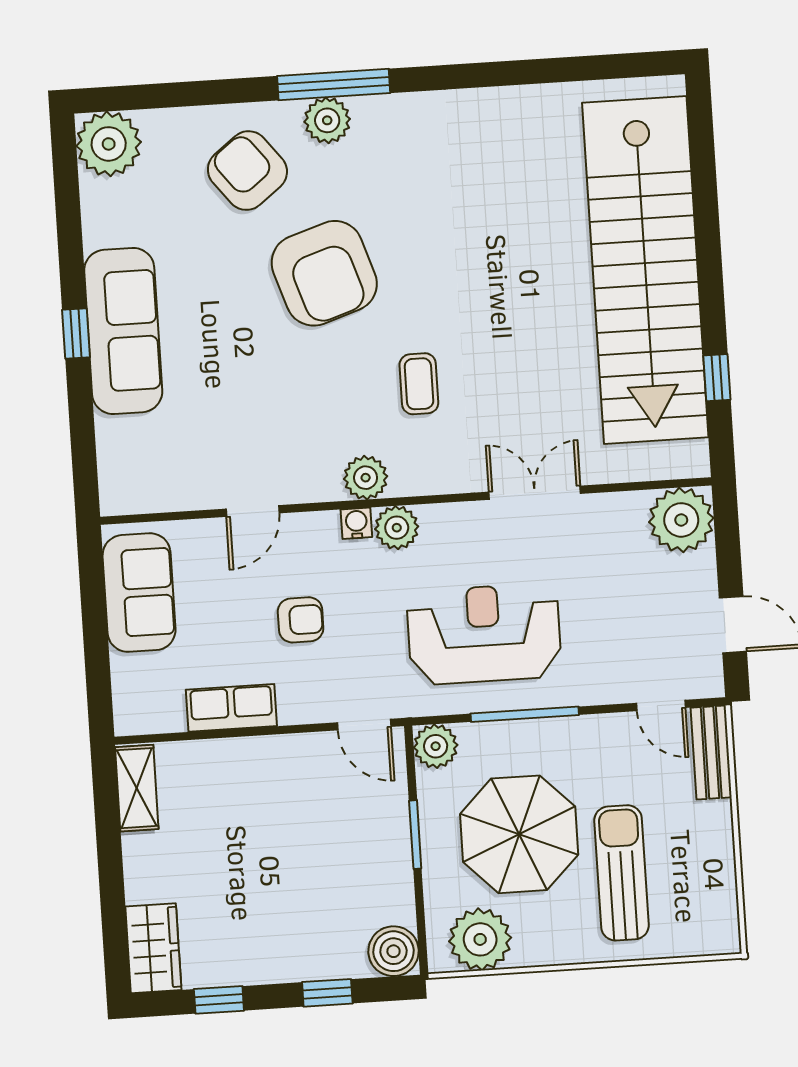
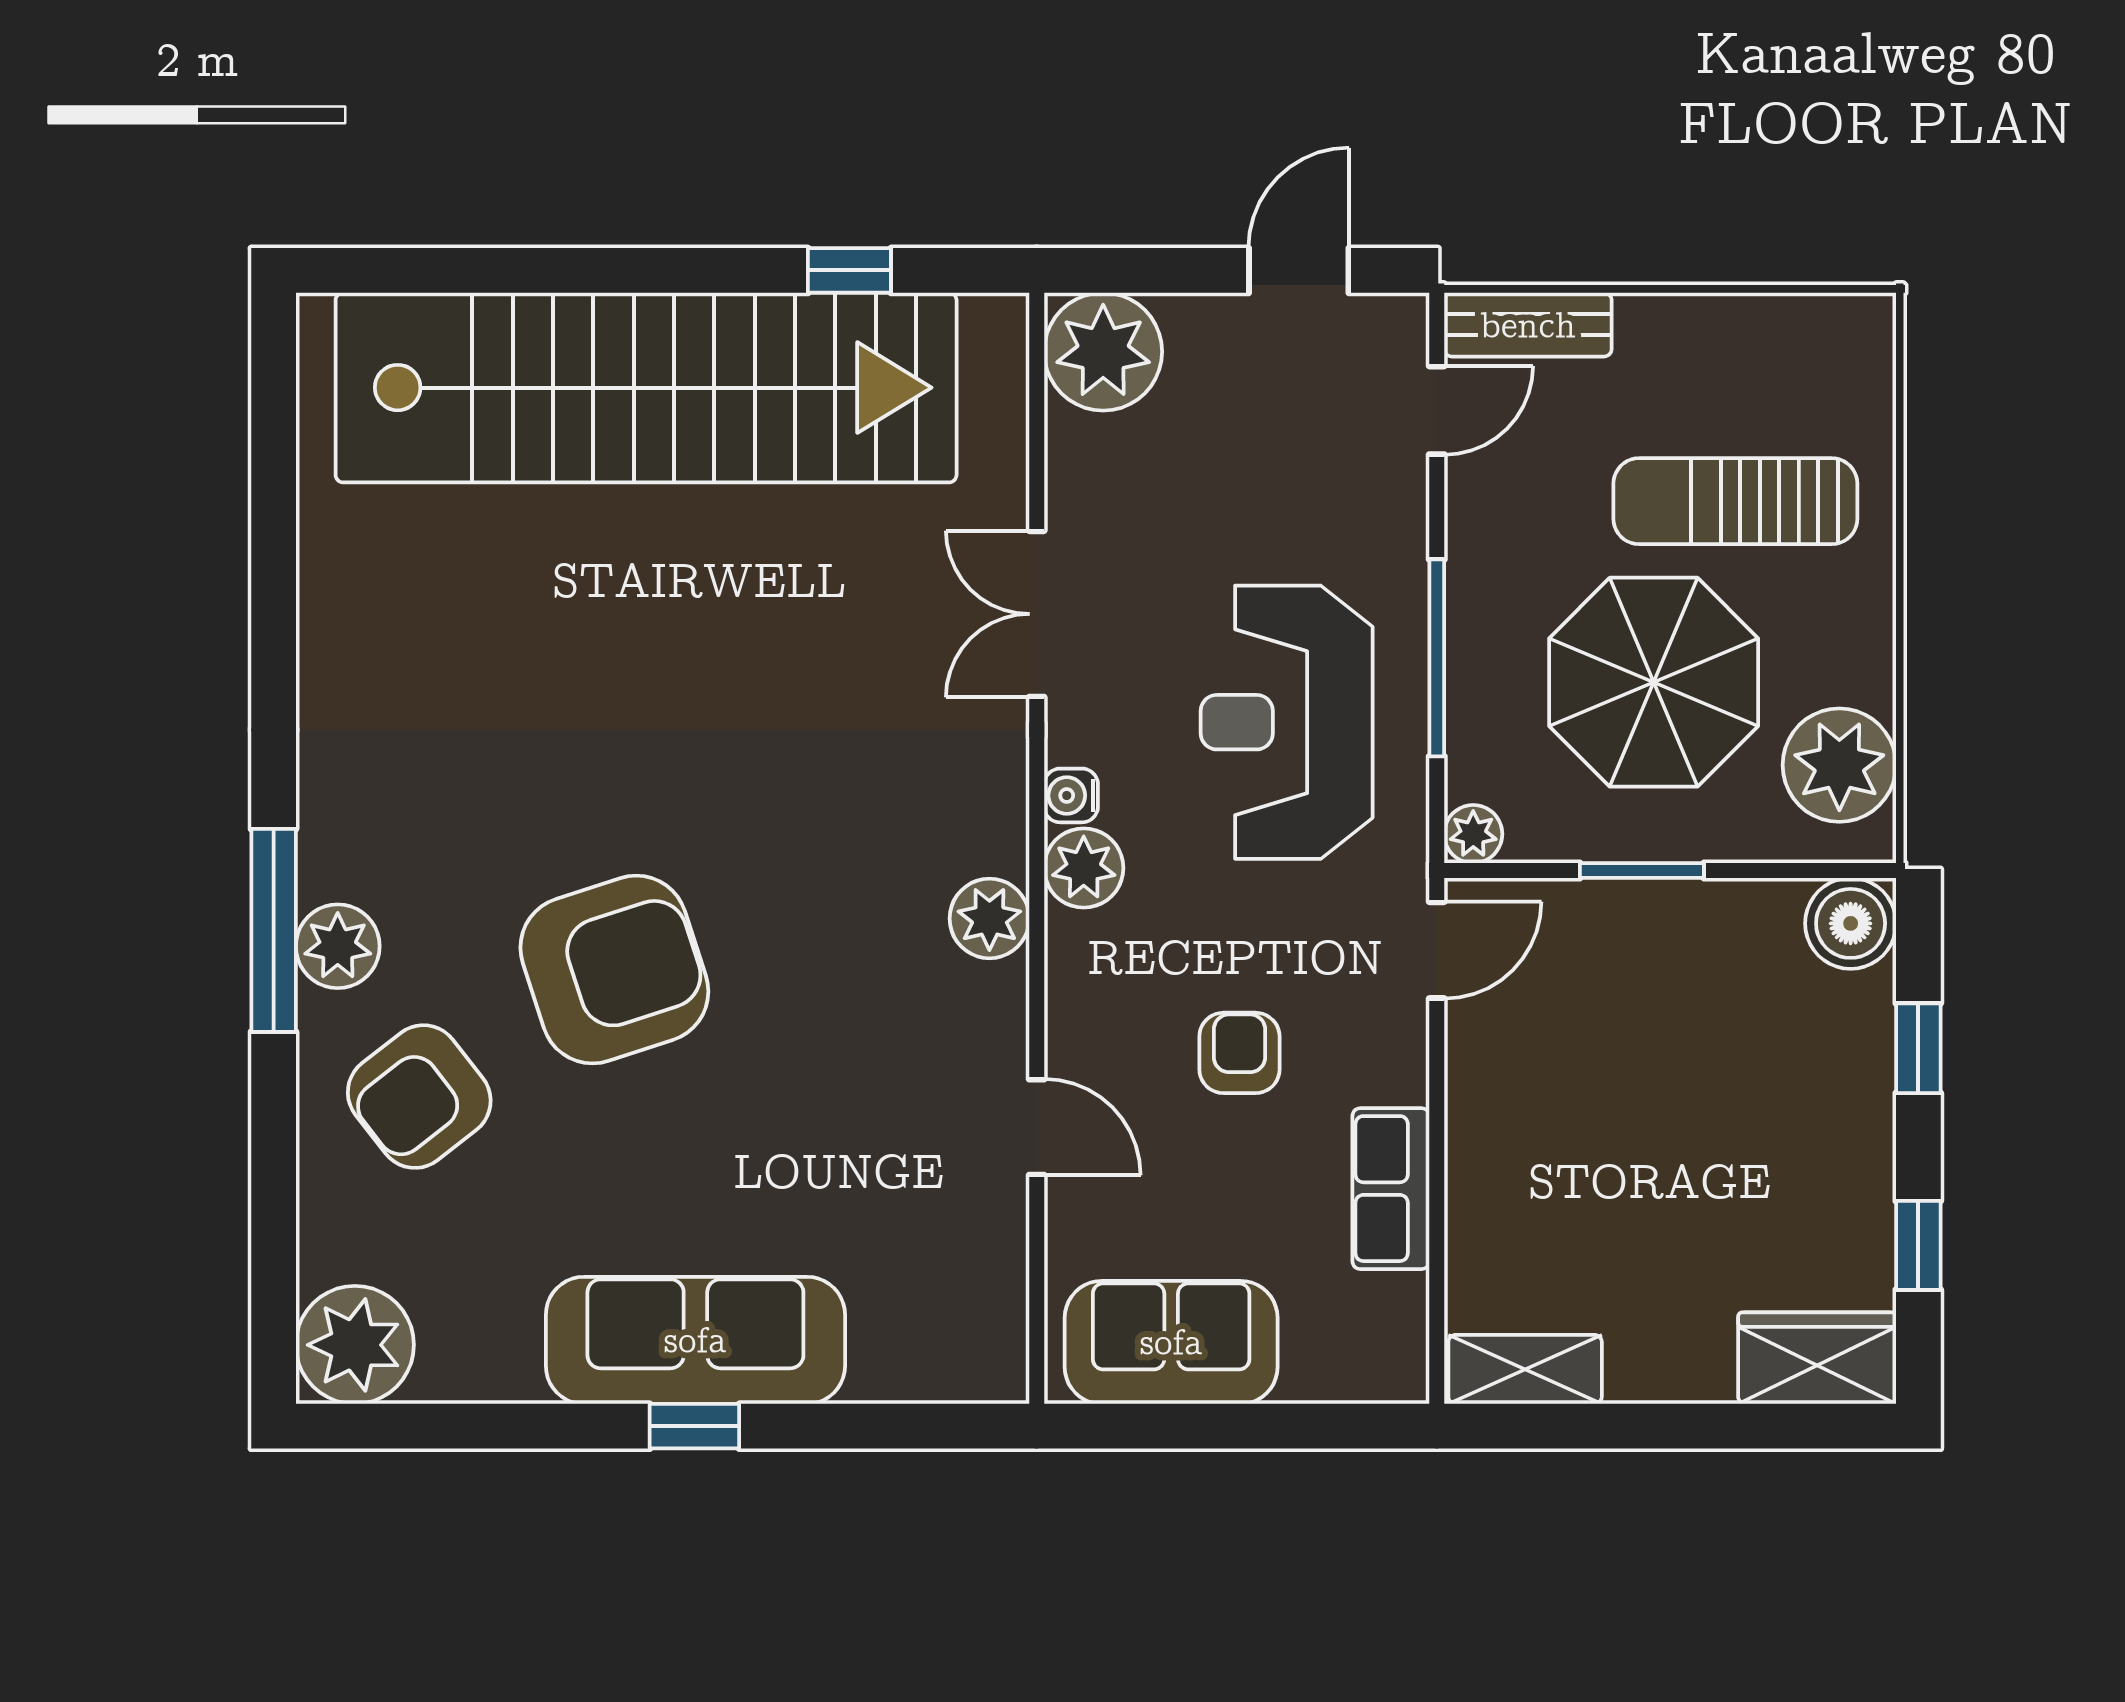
coffee table: (419, 384) -> (826, 811), removed
water cooler: (356, 523) -> (1071, 795), moved
plant: (436, 746) -> (1473, 834), width x0.73, depth x0.73

